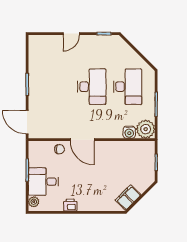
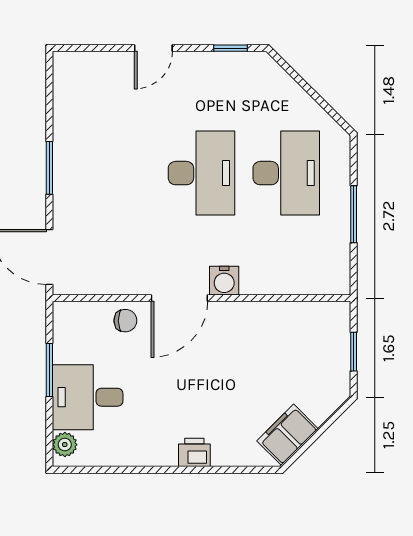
plant: (146, 129) -> (329, 273), removed
water cooler: (129, 132) -> (224, 281), moved
door: (82, 140) -> (179, 298), hinge flipped
printer: (70, 205) -> (194, 452), moved

